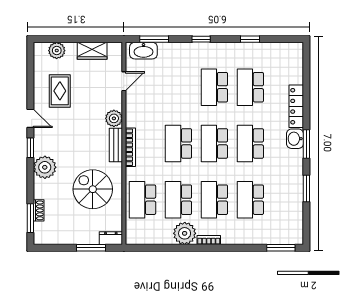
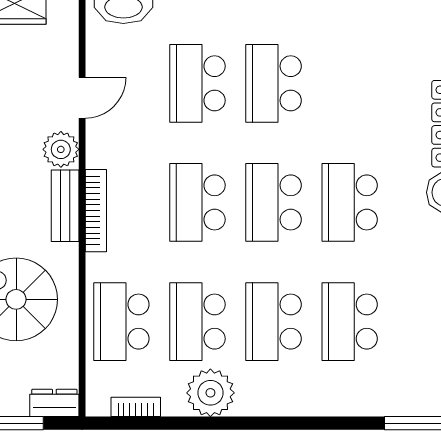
door: (124, 81) -> (82, 98), moved
school desk: (250, 87) -> (197, 83), moved
bookcase: (209, 240) -> (136, 407), moved

